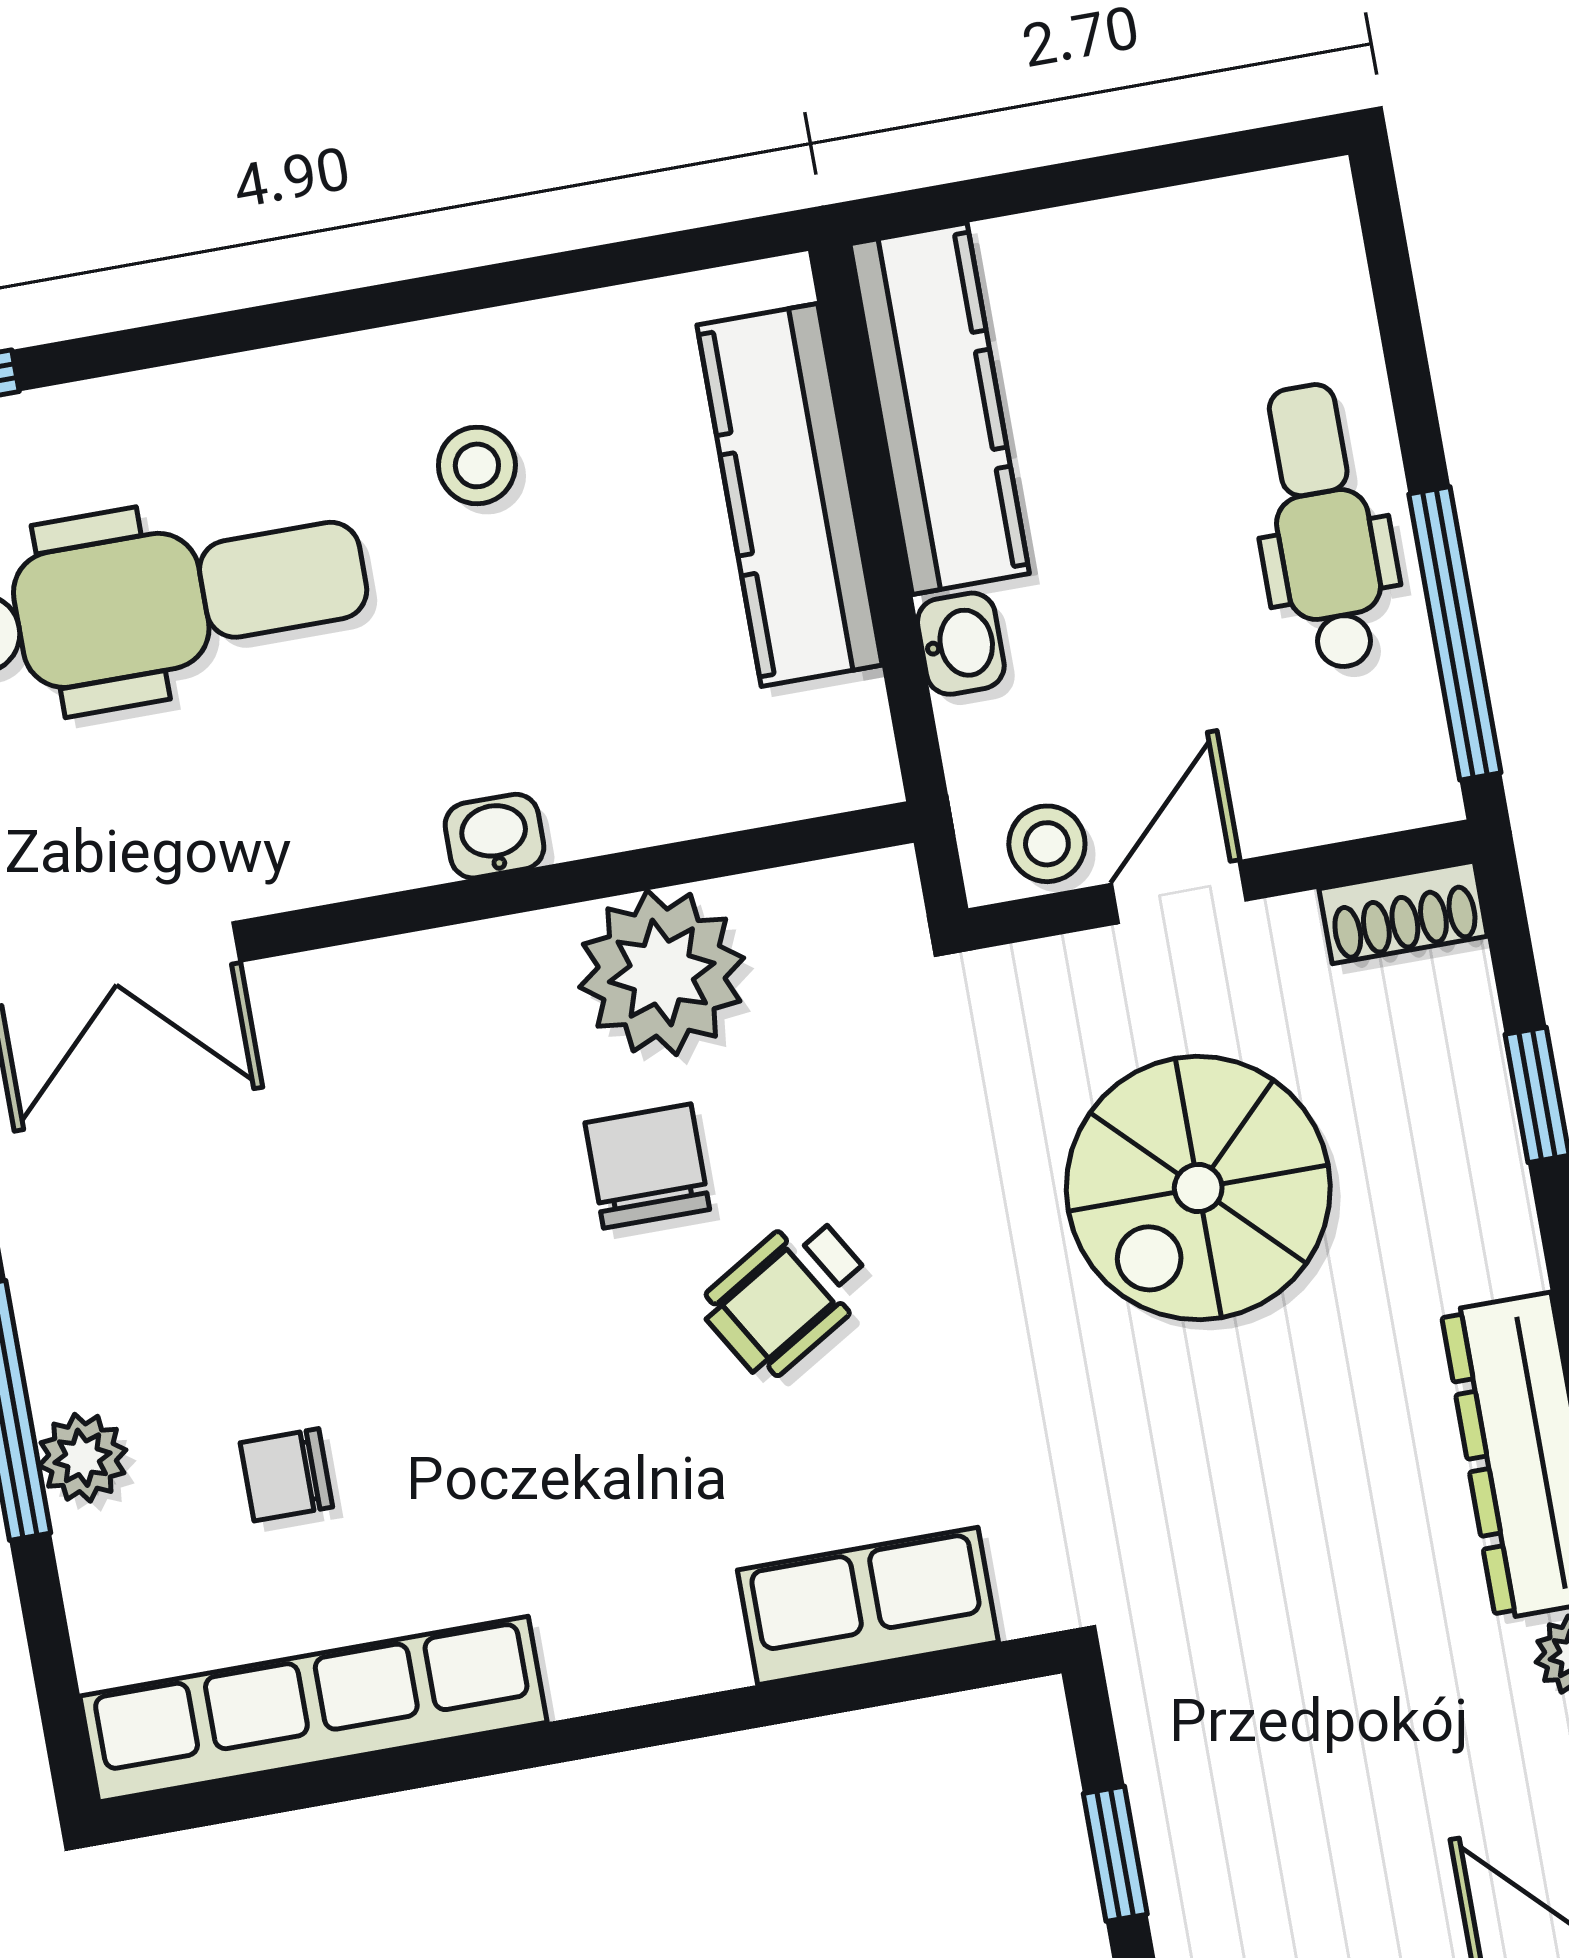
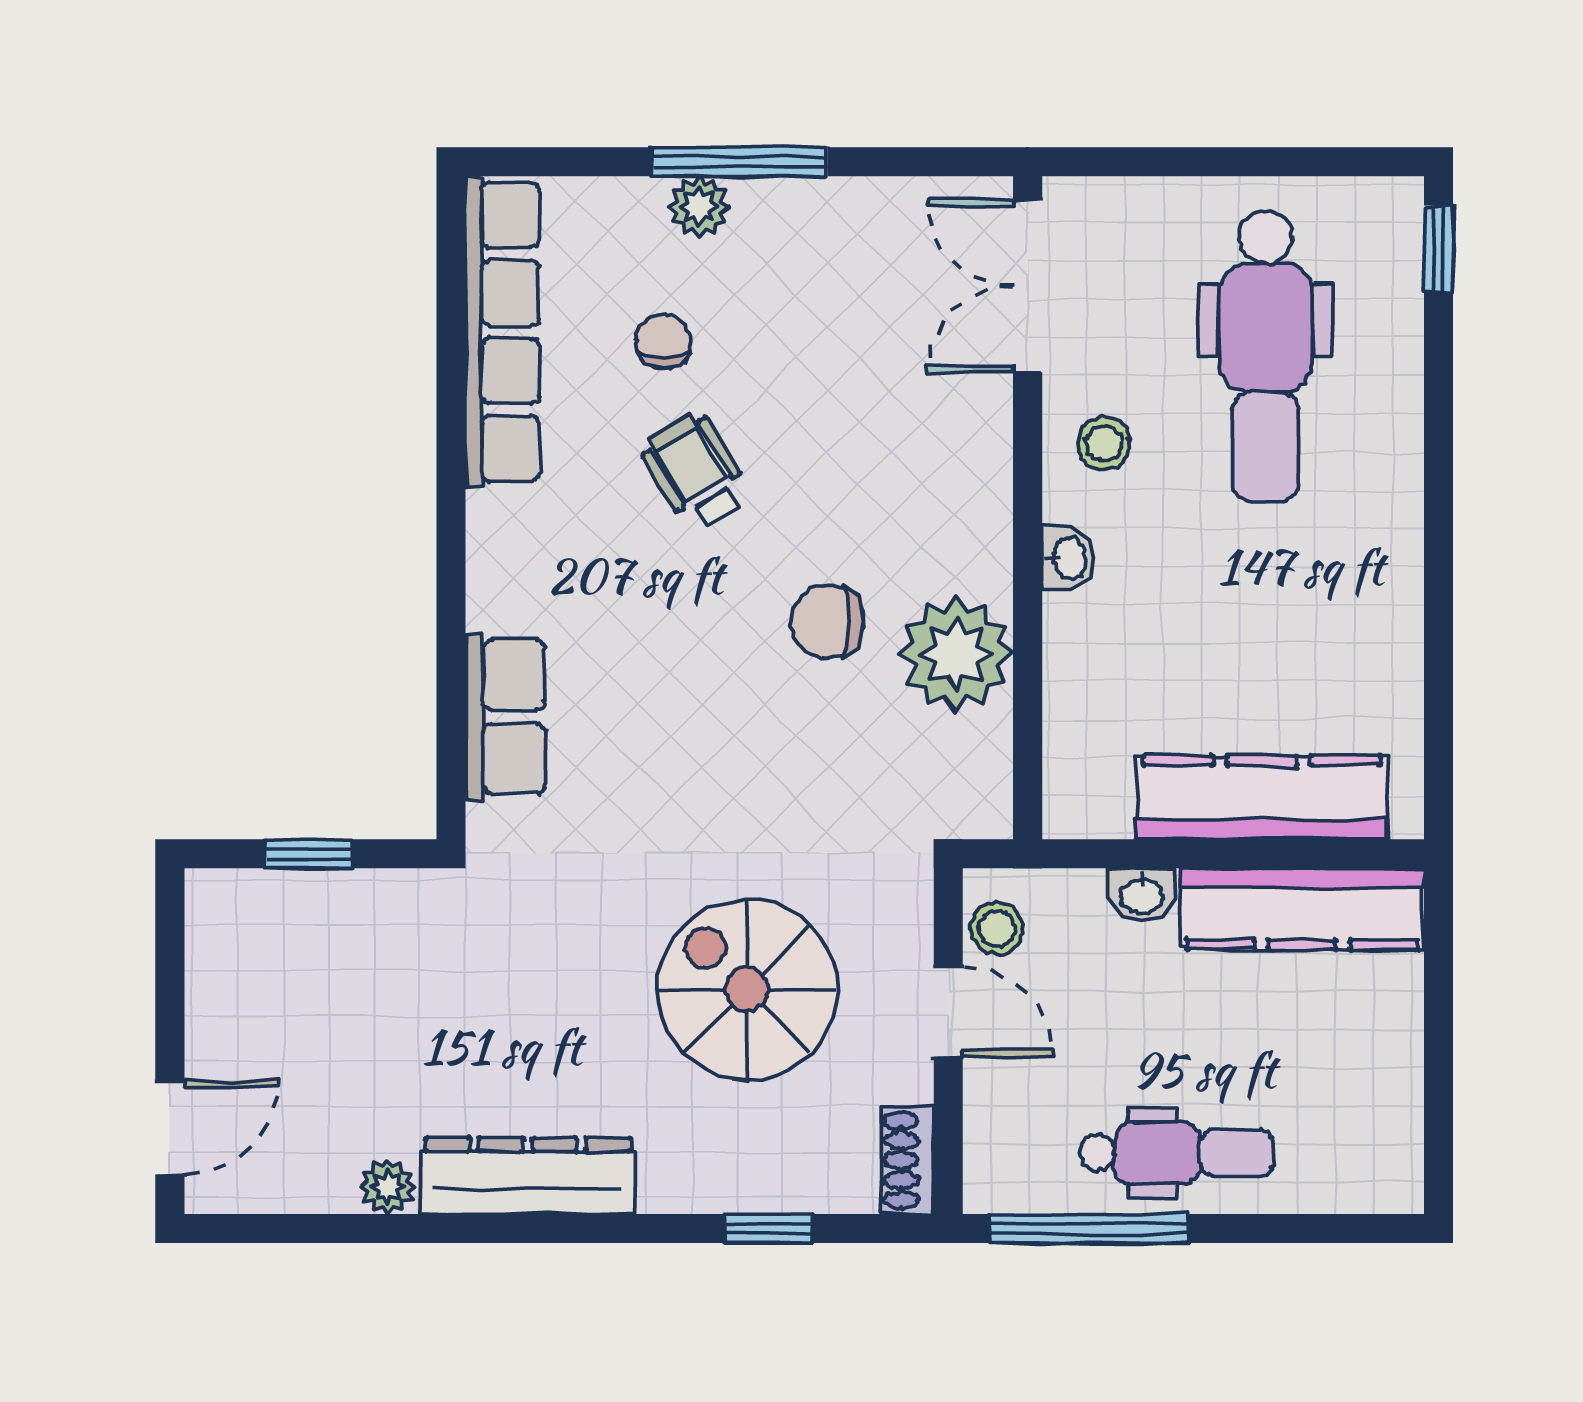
stool: (477, 465) -> (1104, 443), moved
chair: (647, 1166) -> (828, 621), turned 180
wheelchair: (787, 1296) -> (695, 471), moved

